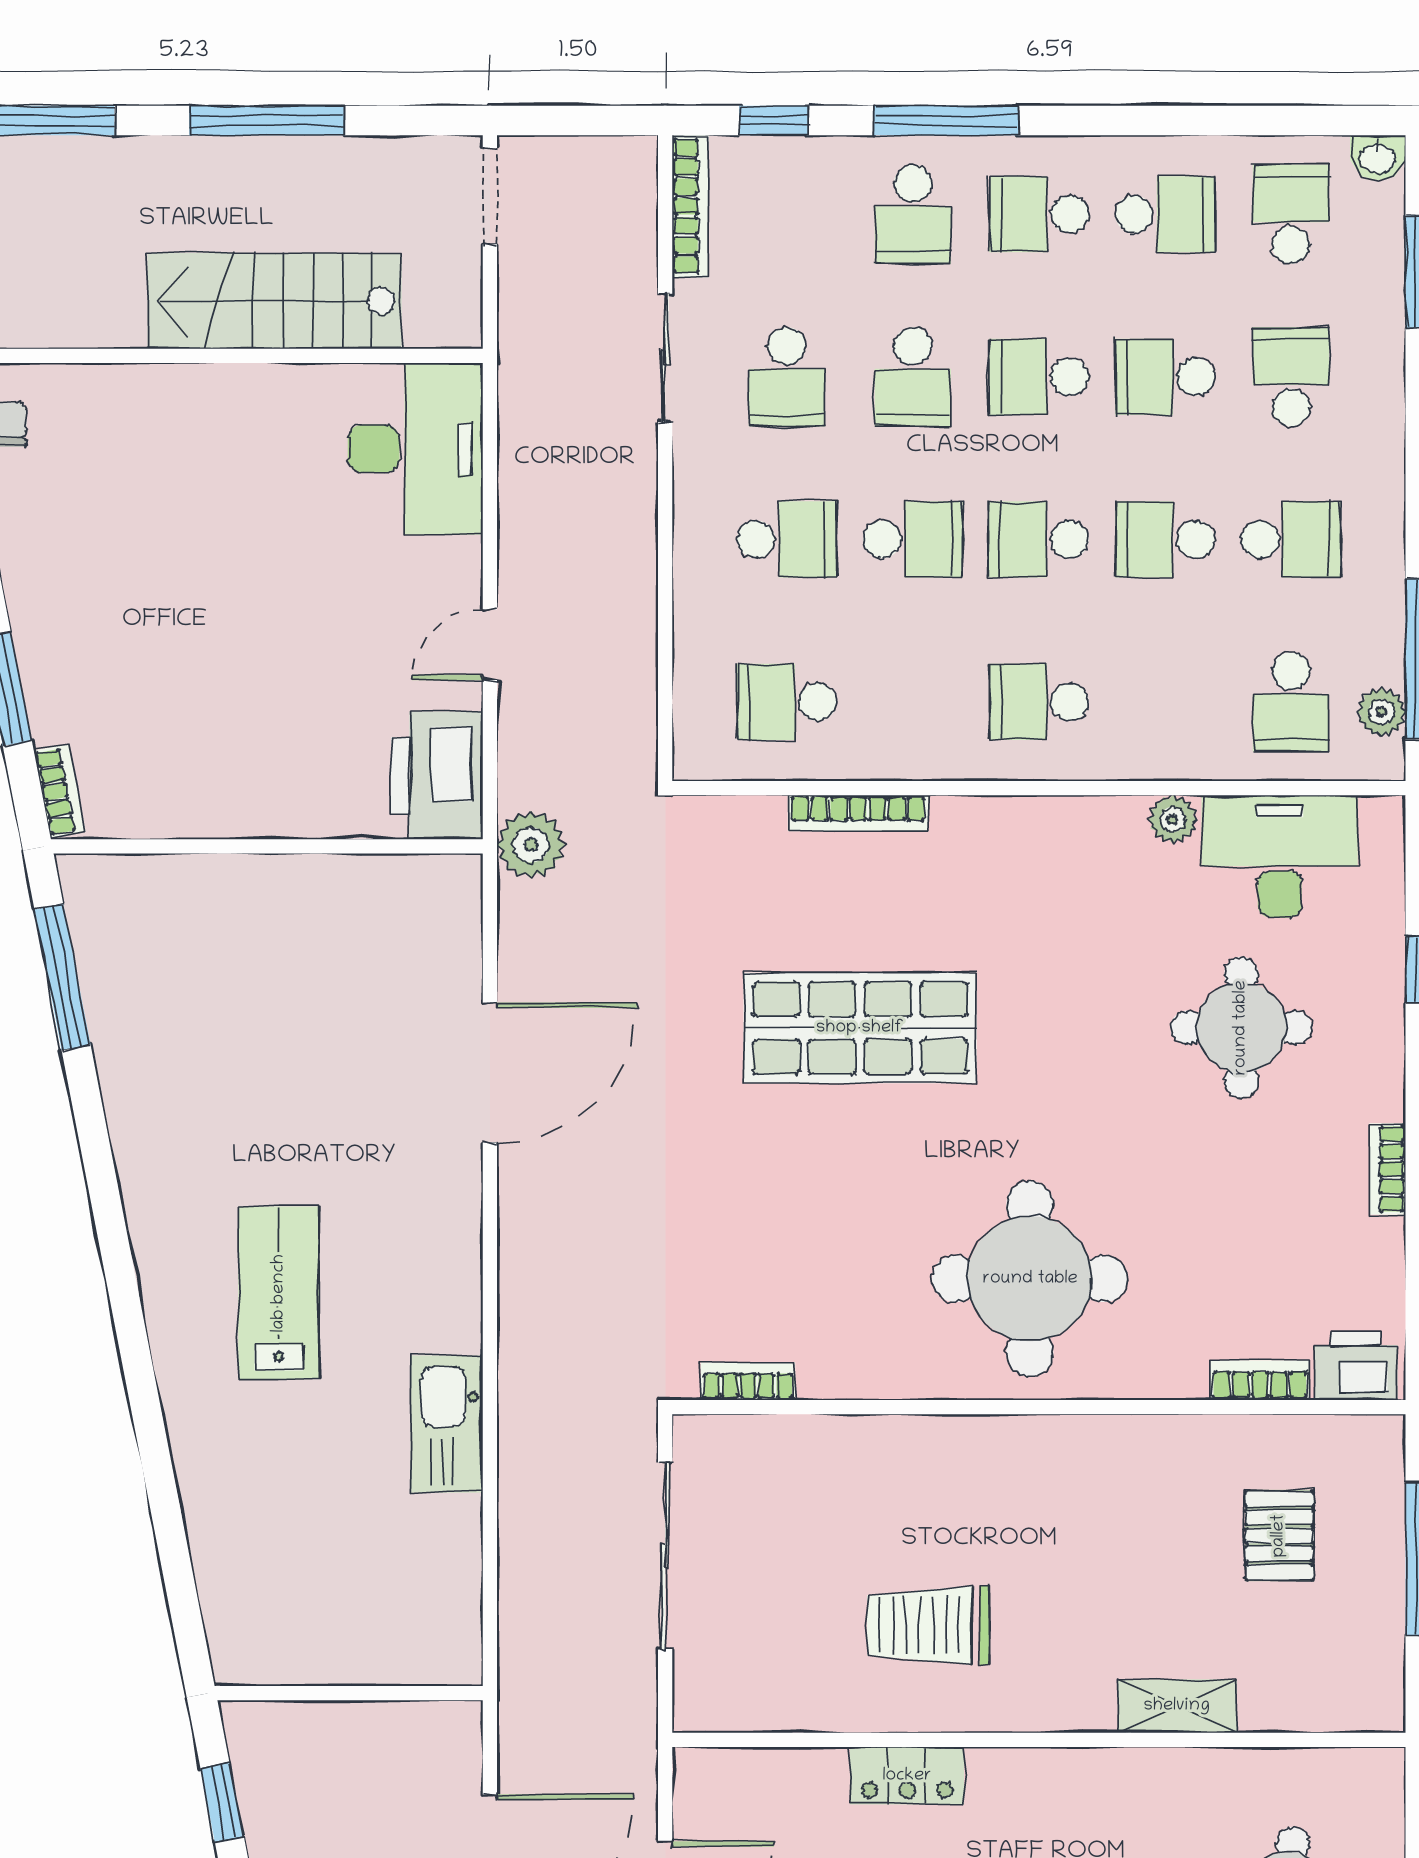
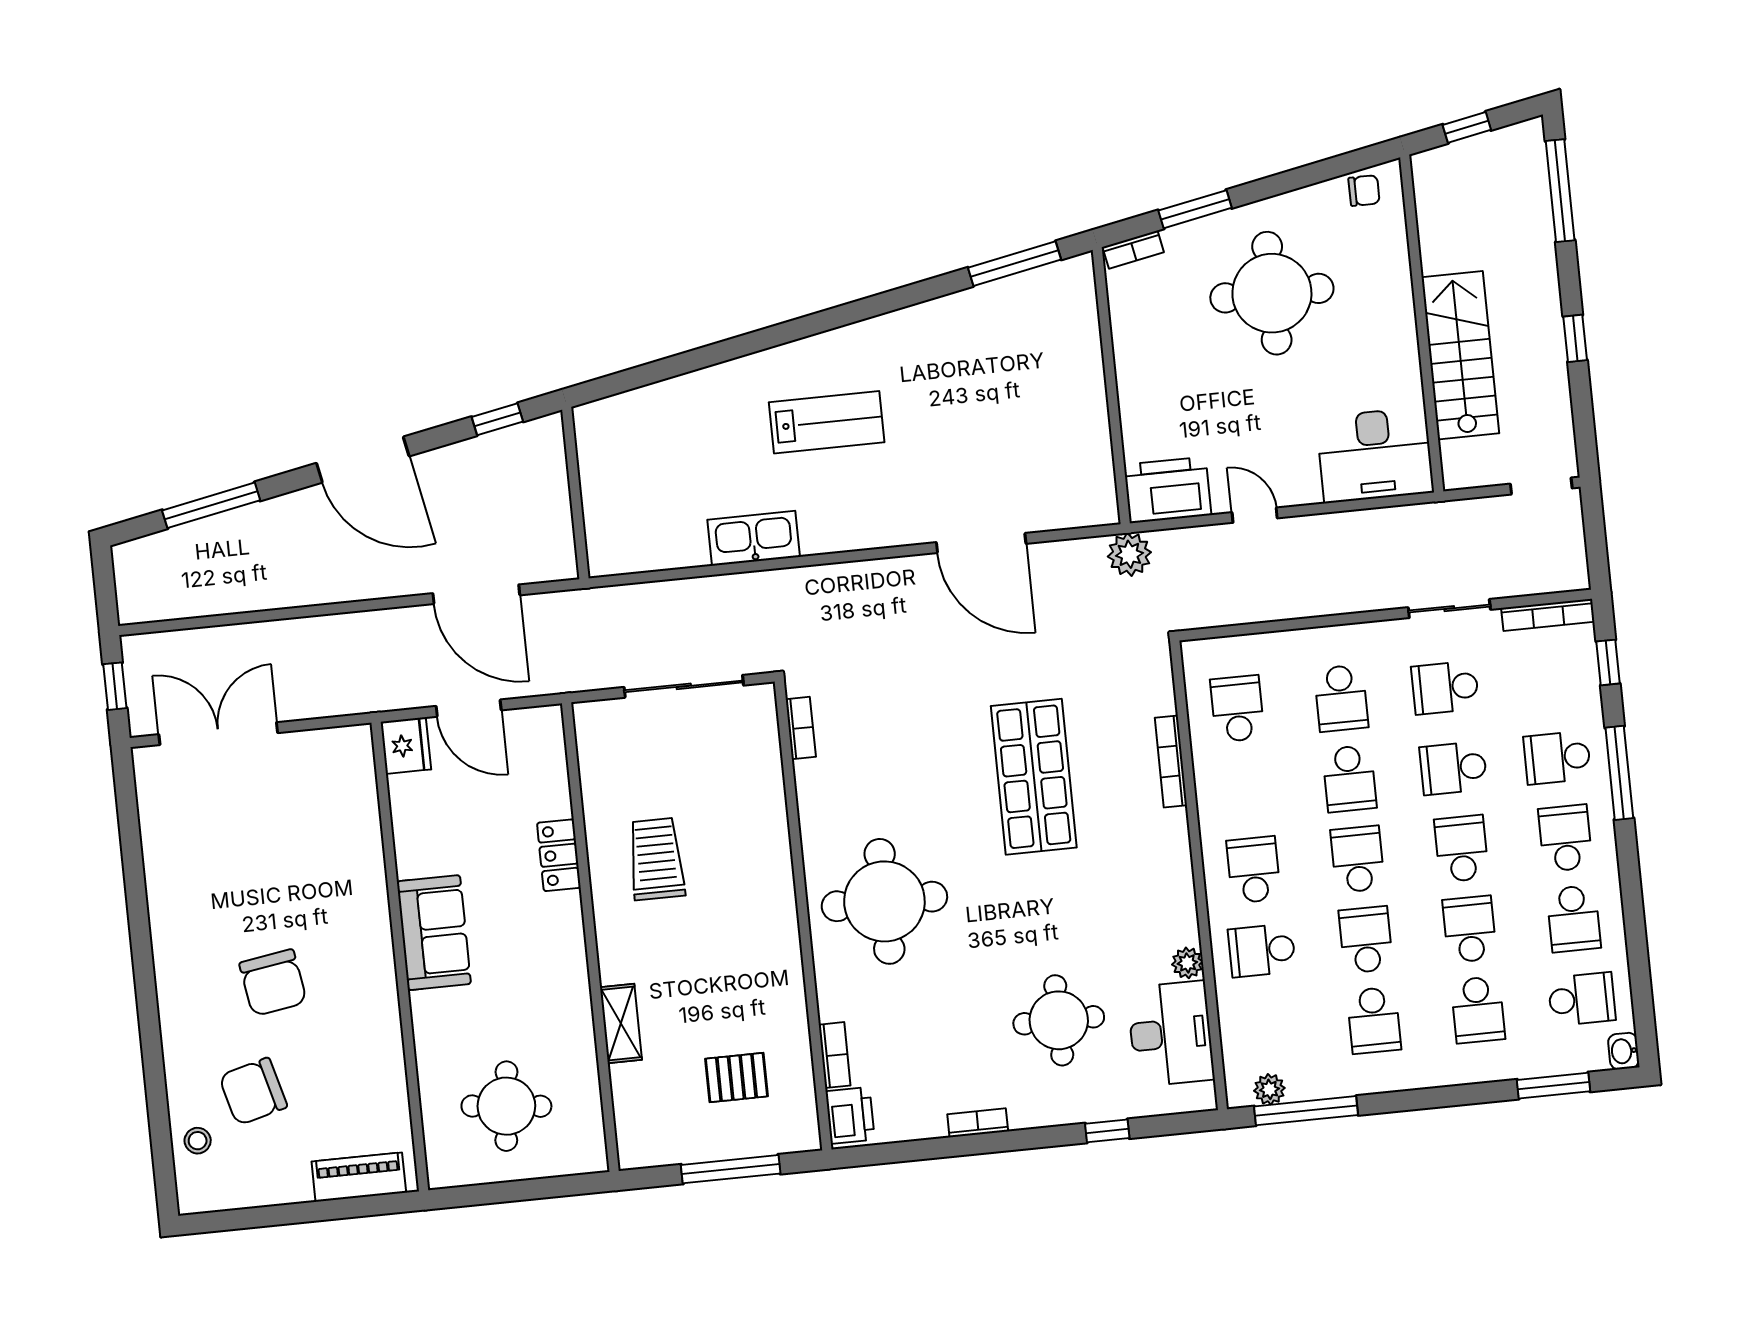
window: (266, 121) -> (1575, 338), width x0.46
school desk: (1291, 377) -> (1478, 1010), turned 90
round table: (149, 583) -> (1272, 293), added
school desk: (1291, 702) -> (1262, 950), moved

